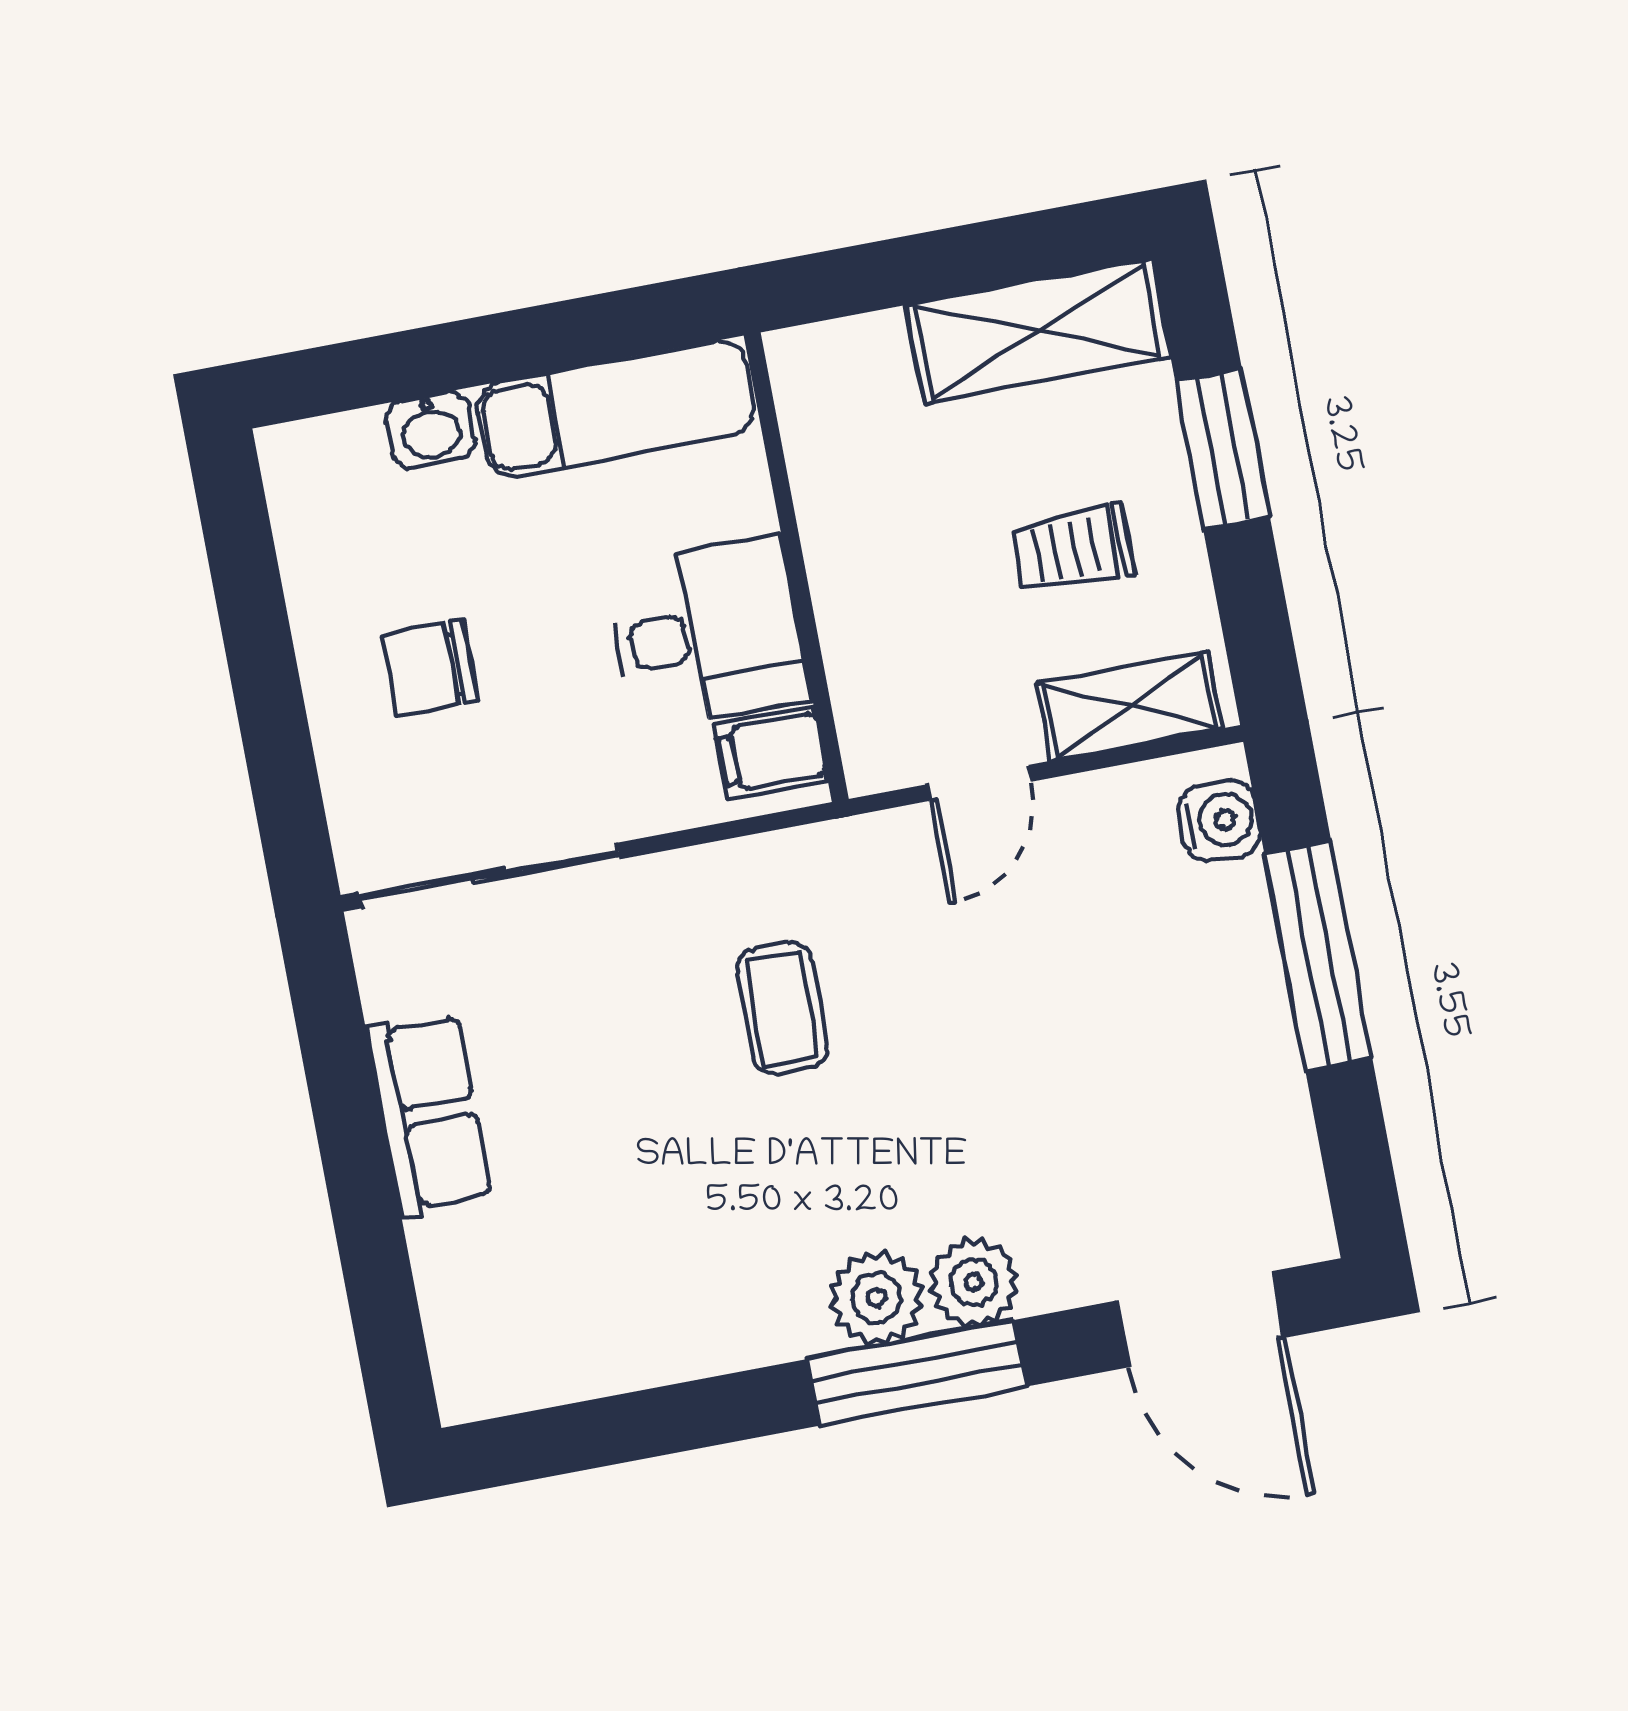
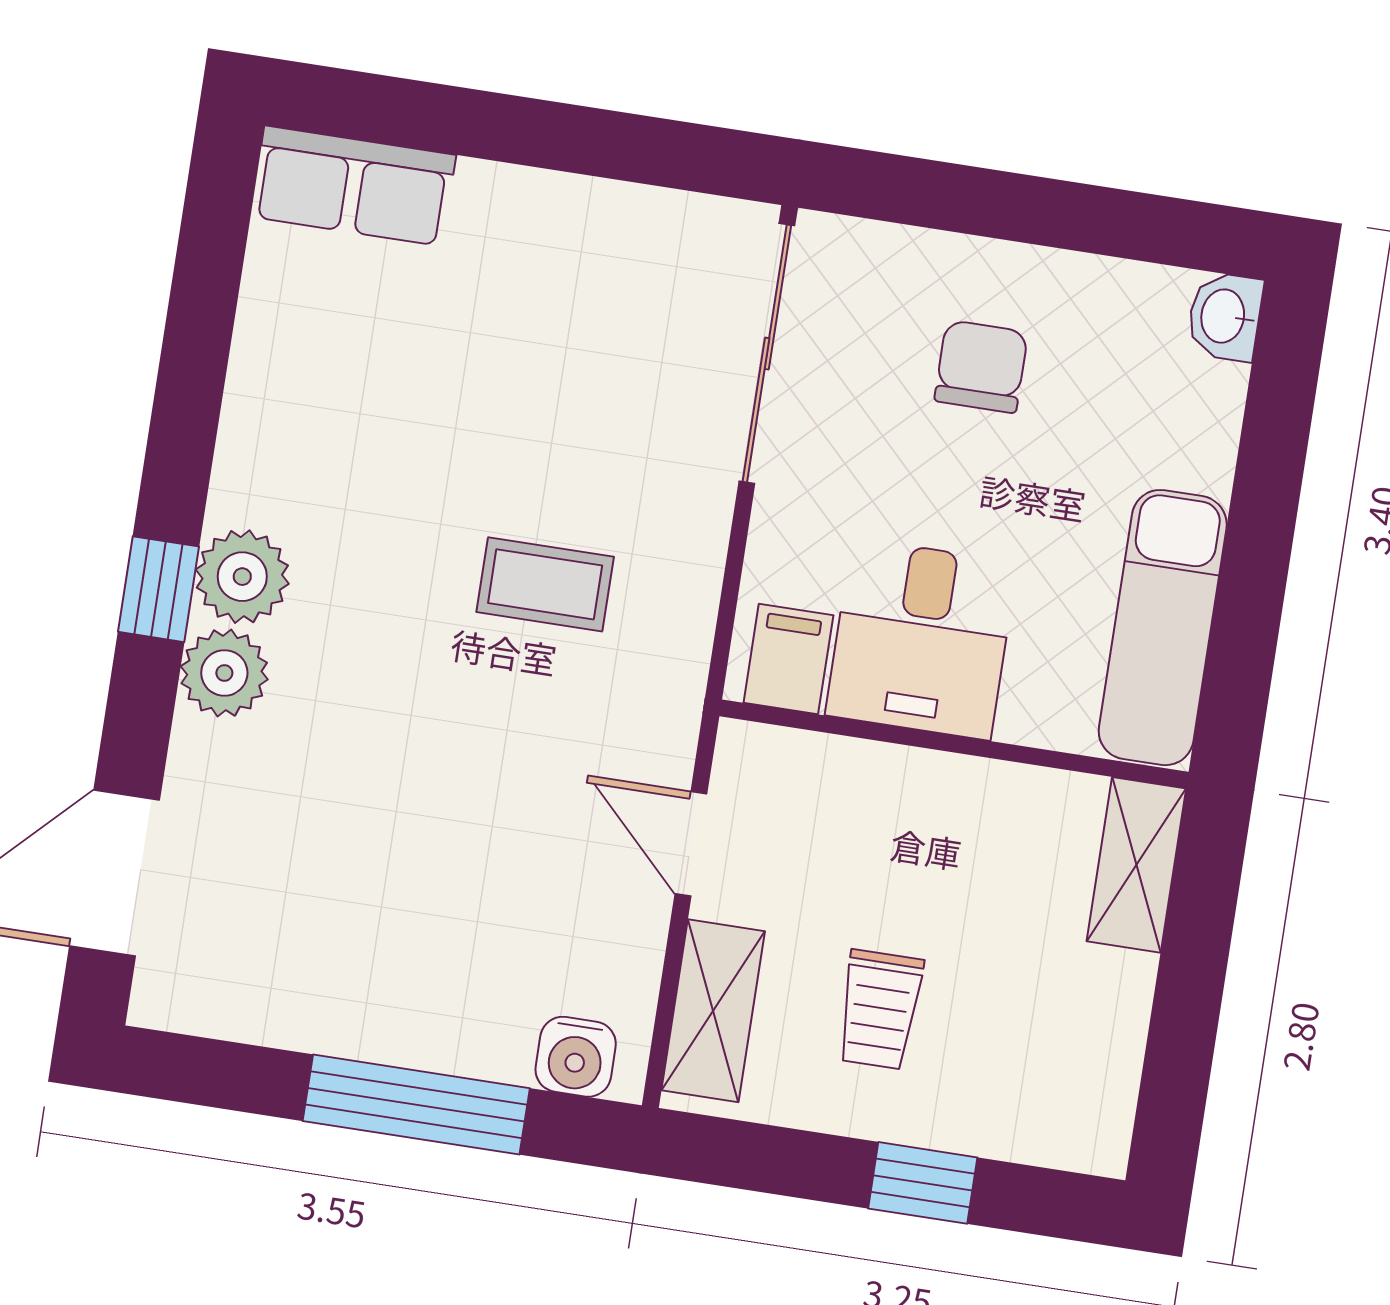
shelving: (1038, 331) -> (1136, 865), moved, width x0.67, depth x0.75
washbasin: (431, 430) -> (1225, 316), moved
window: (1223, 450) -> (923, 1183), width x0.67
trolley: (1073, 549) -> (880, 1010), turned 180
row of seats: (429, 1114) -> (353, 186), moved
window: (916, 1373) -> (159, 589), width x0.46

